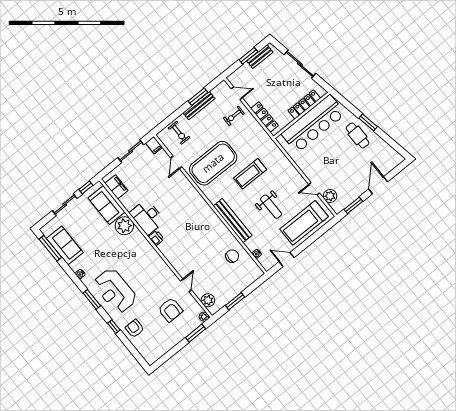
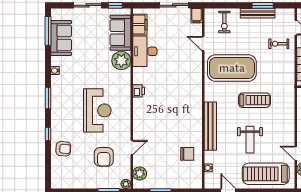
door: (176, 162) -> (203, 44), hinge flipped
treadmill: (250, 174) -> (254, 100), turned 180
desk: (147, 217) -> (145, 51), moved
reception desk: (115, 291) -> (97, 110), moved, turned 180
armchair: (135, 329) -> (63, 149), turned 94

